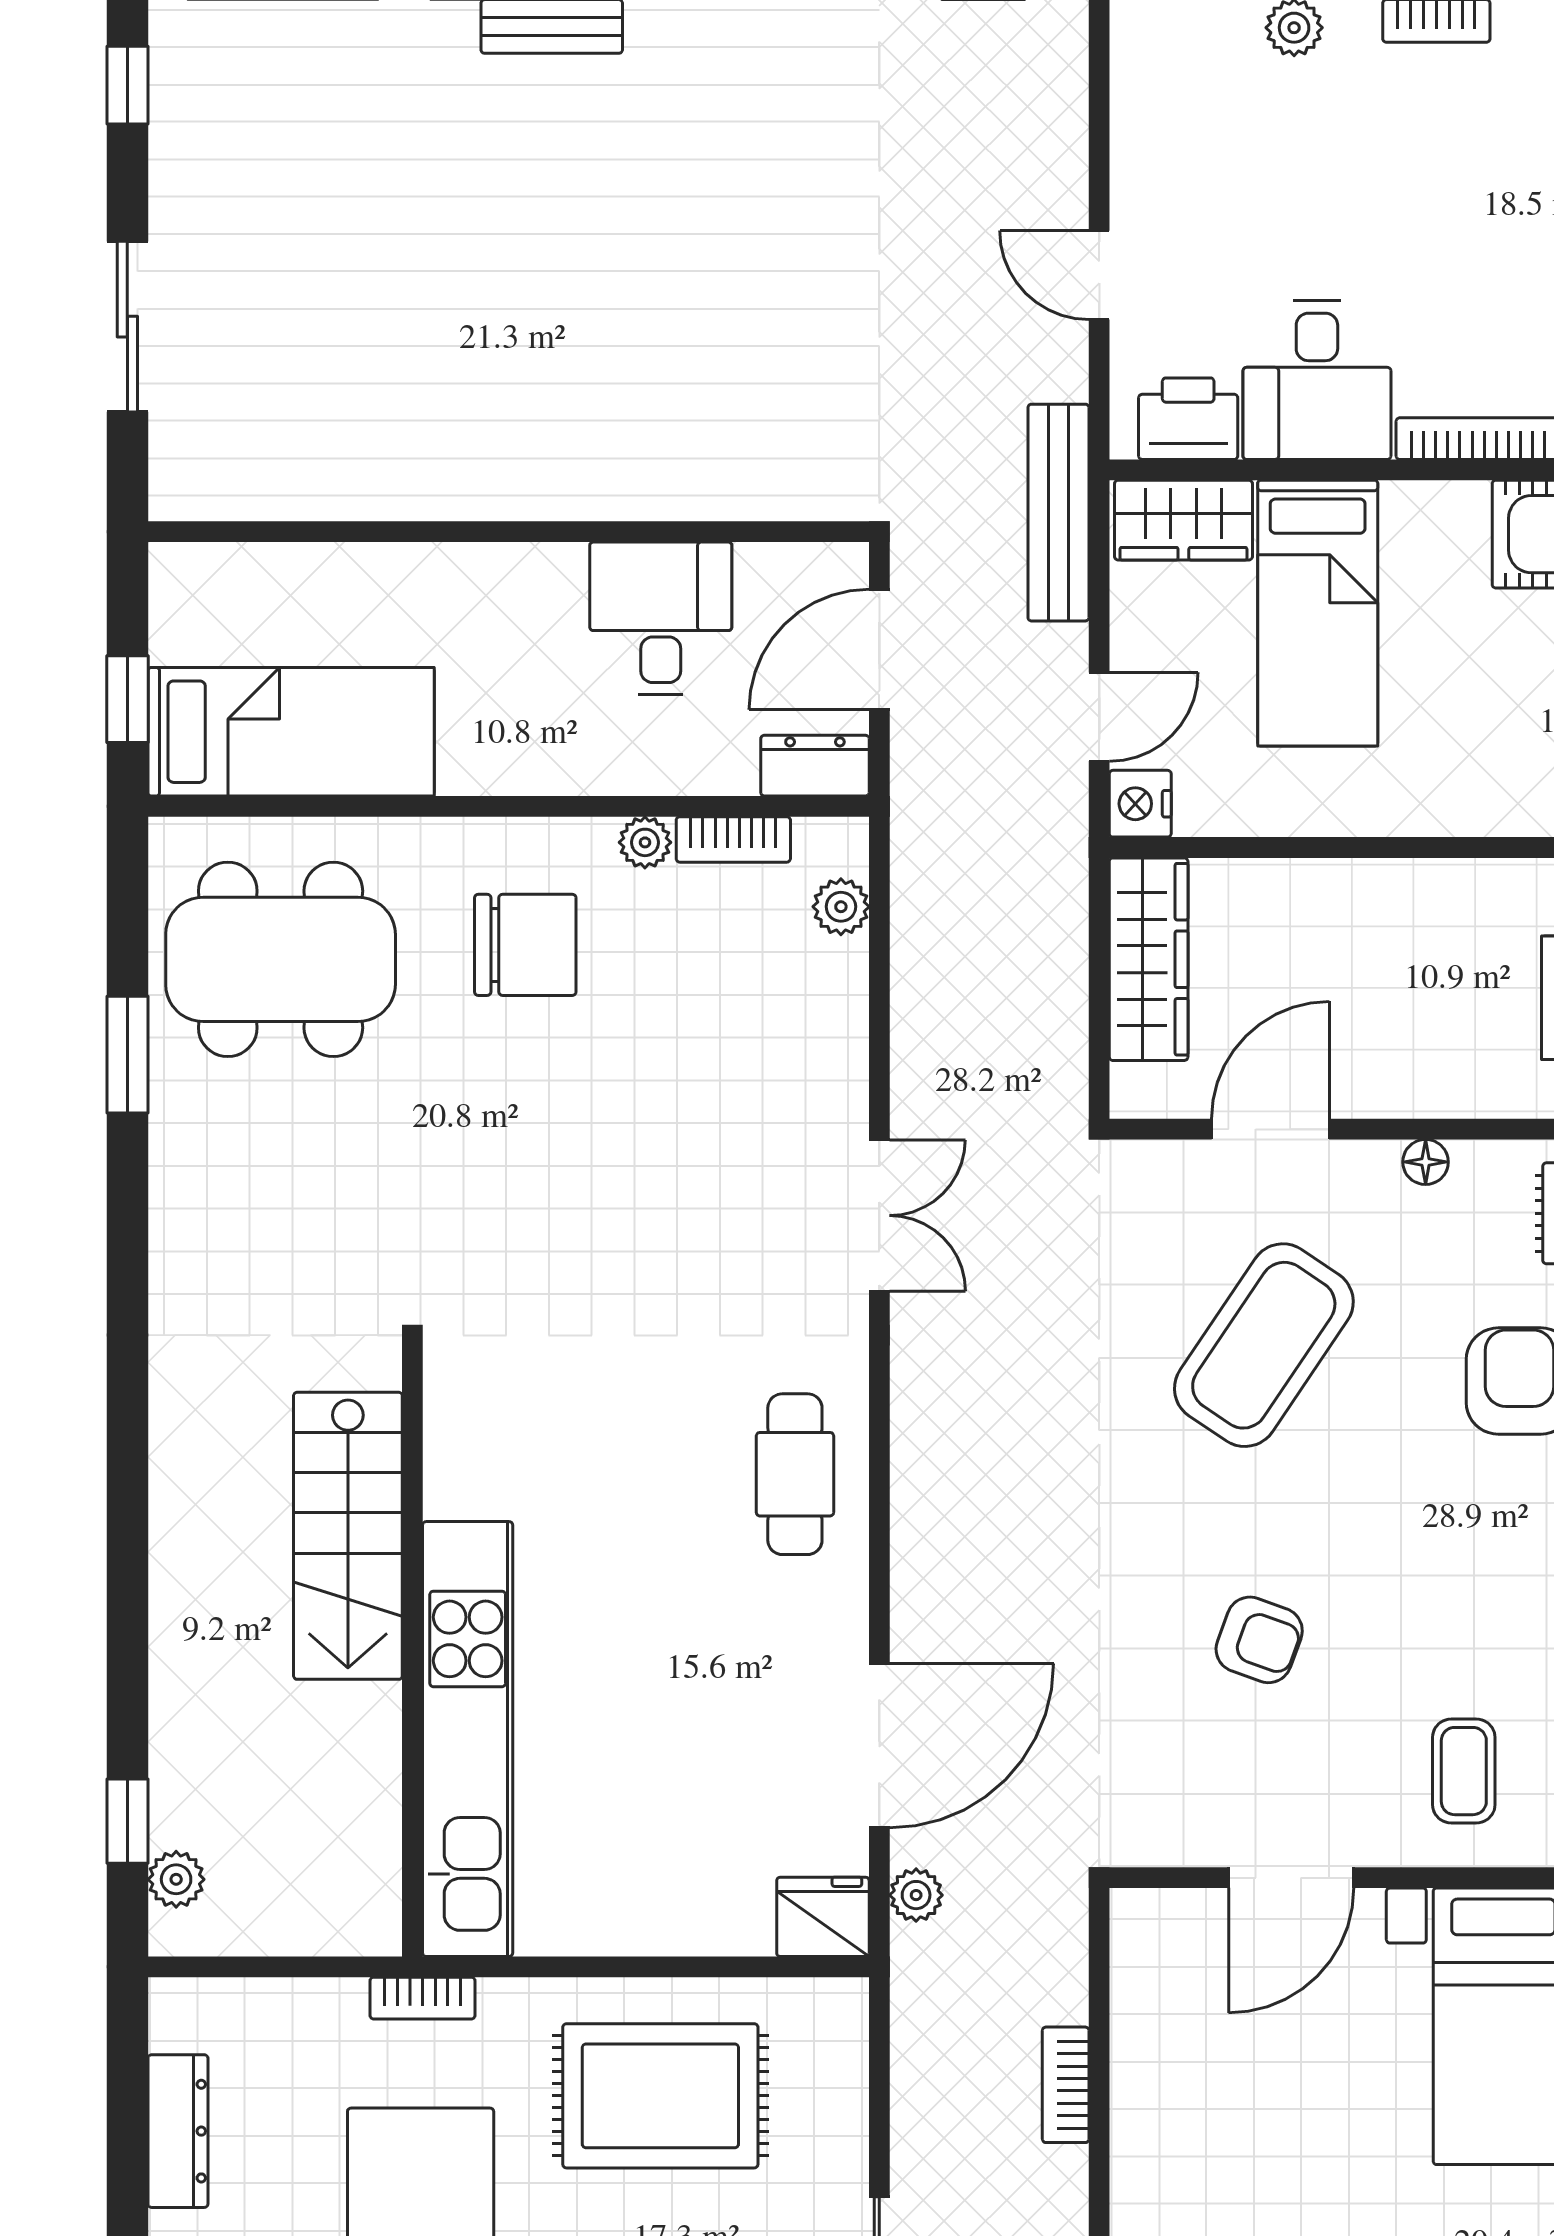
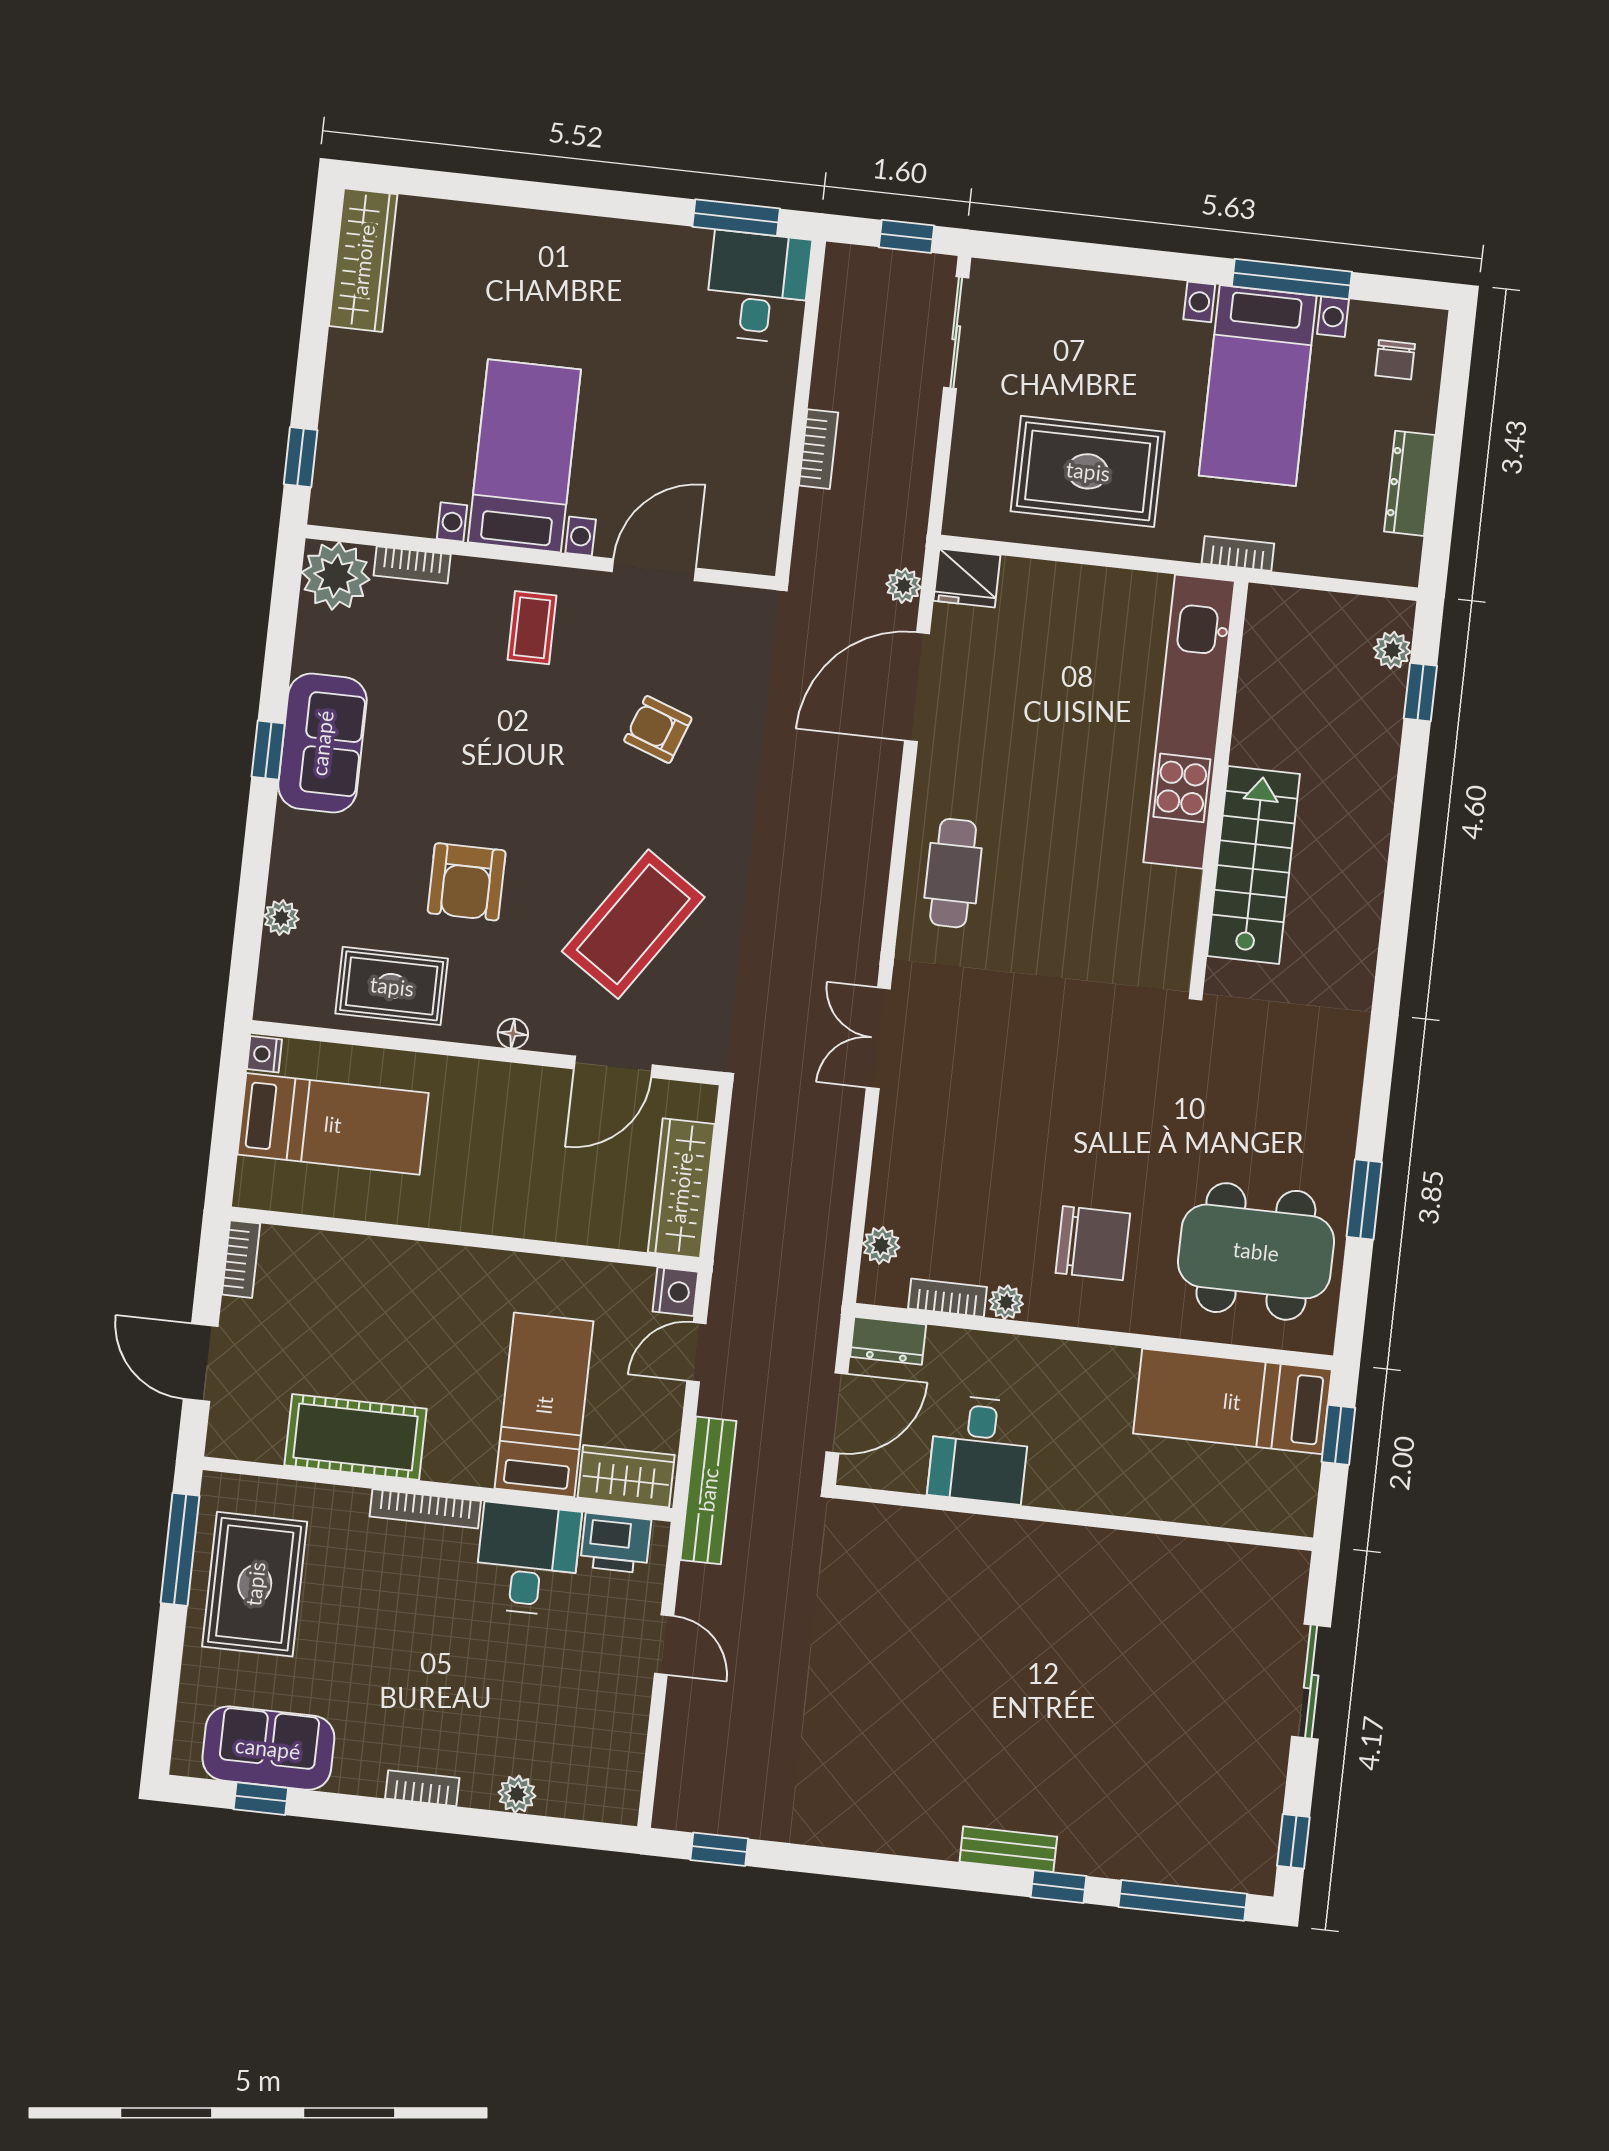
chair: (525, 945) -> (1093, 1243), turned 180

